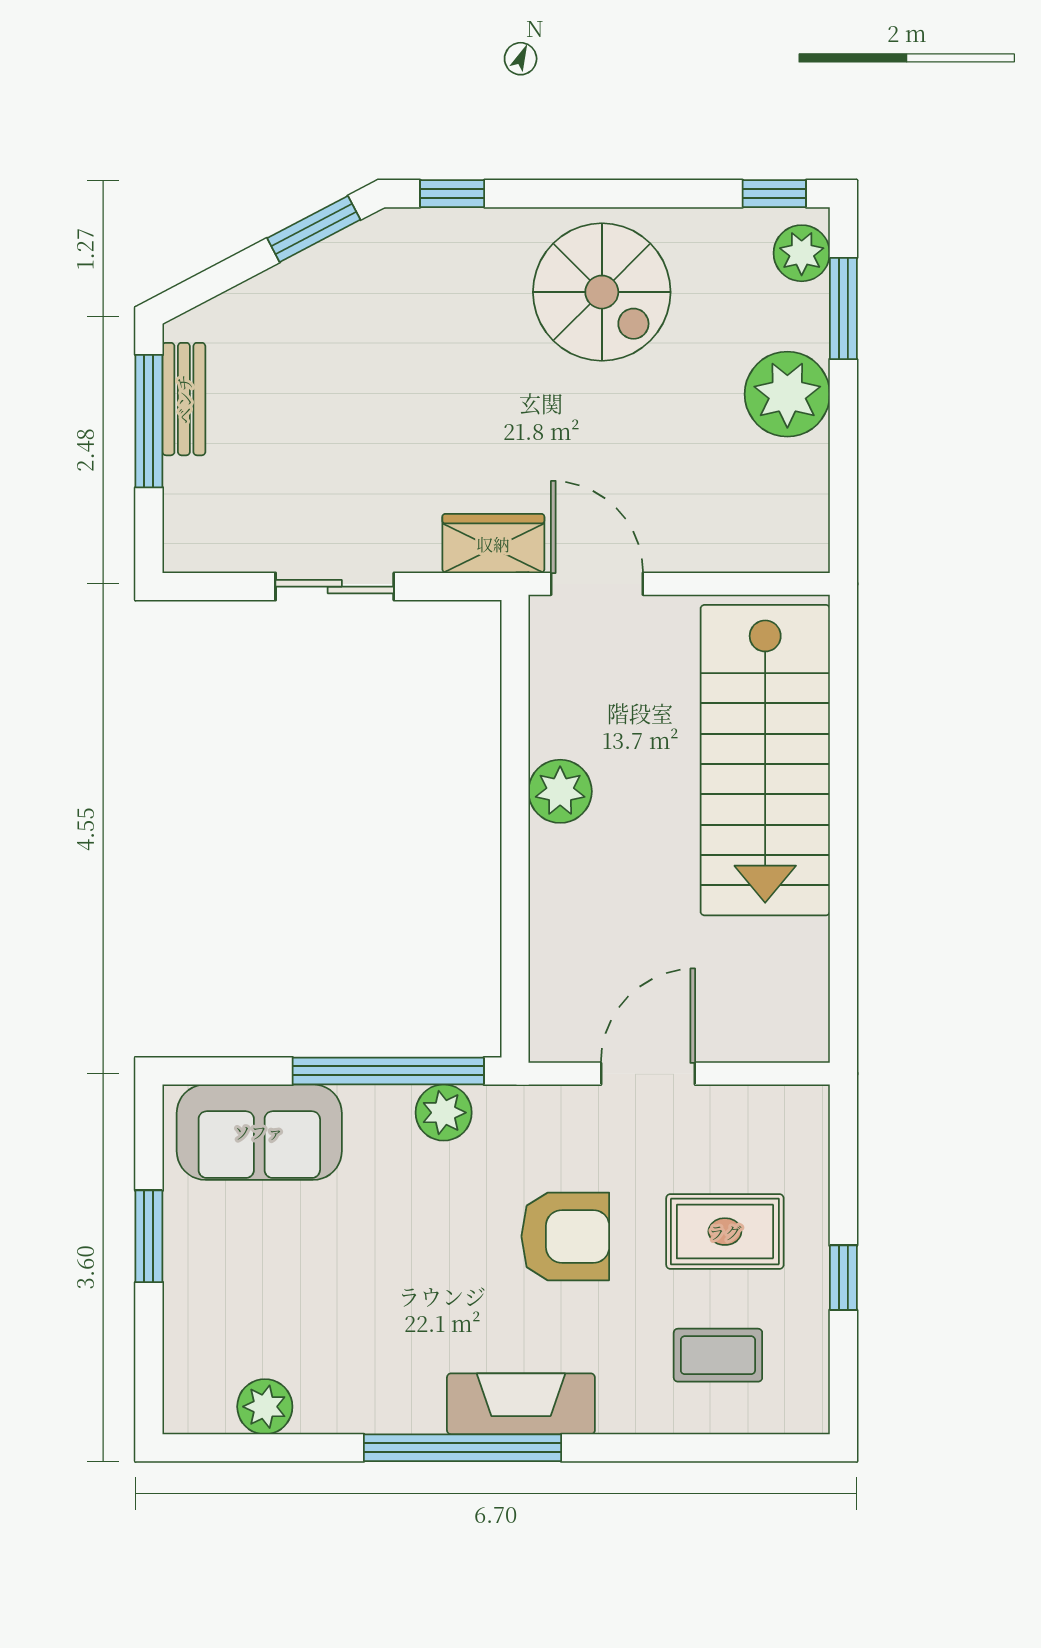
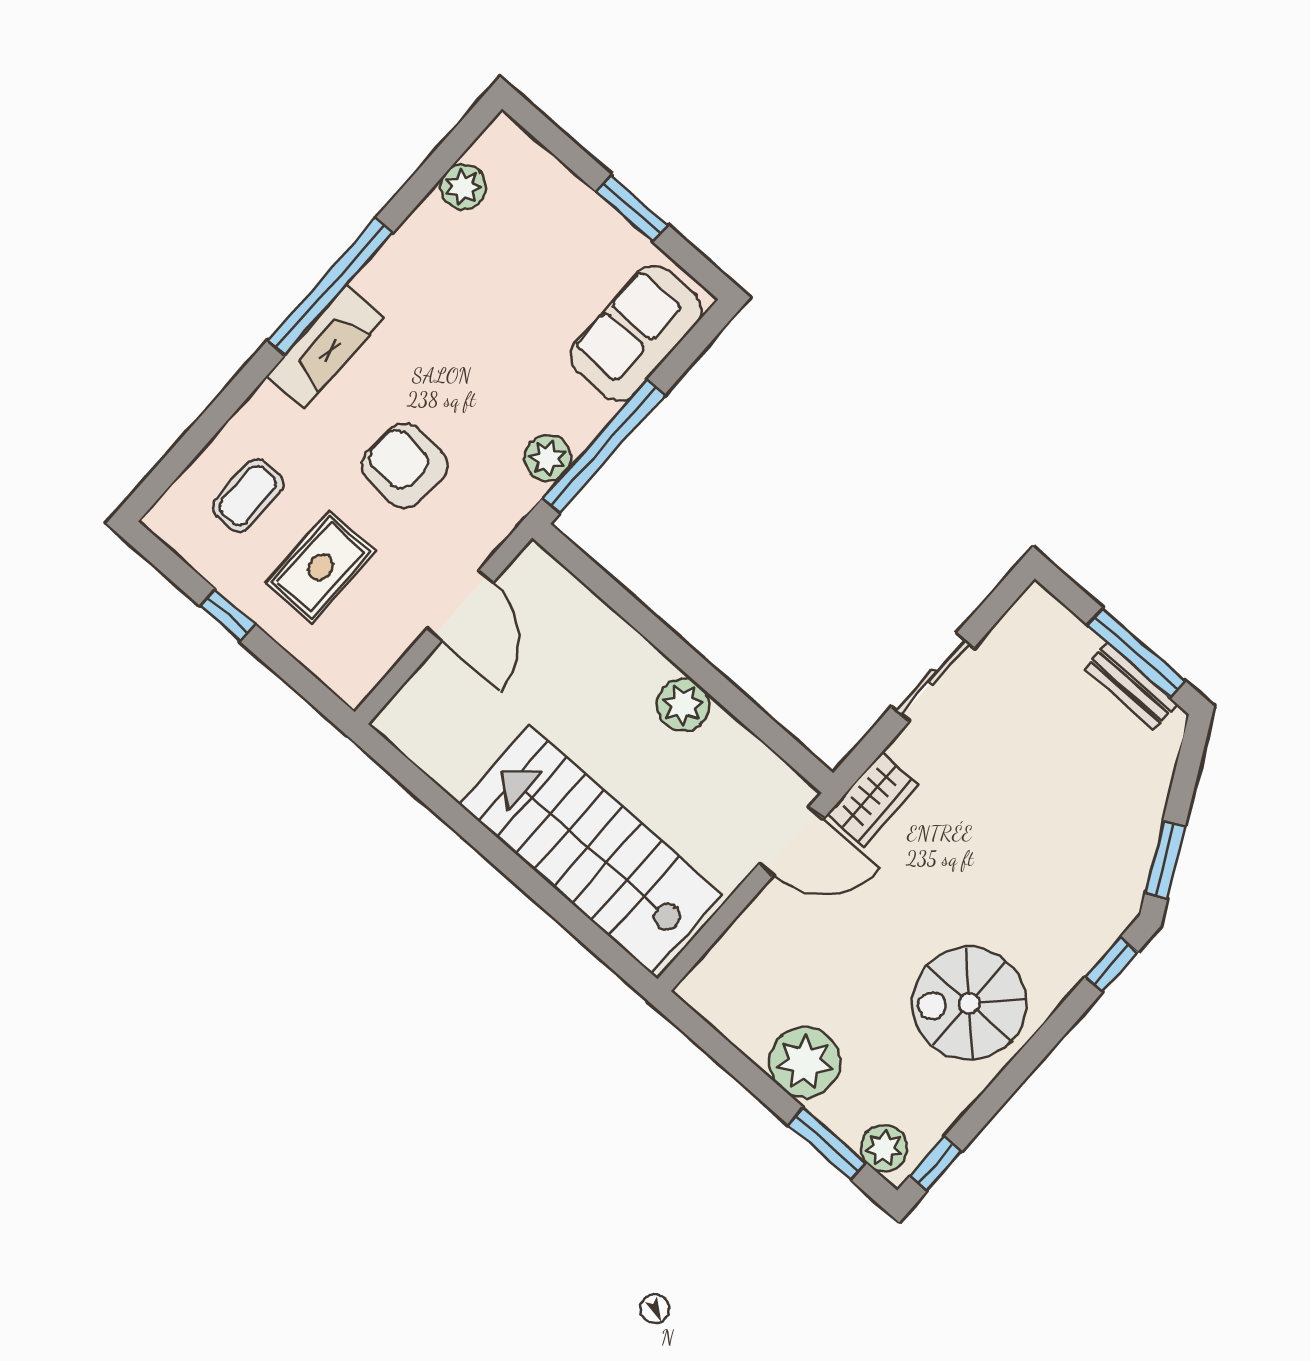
armchair: (565, 1236) -> (405, 466), turned 94

